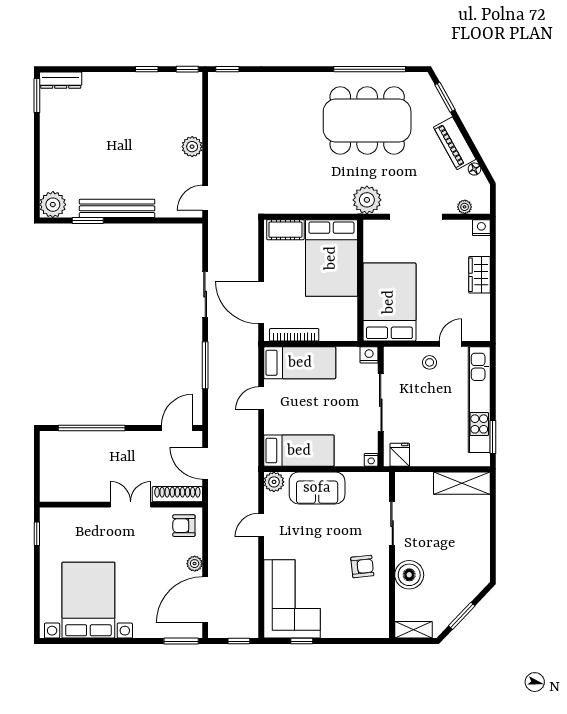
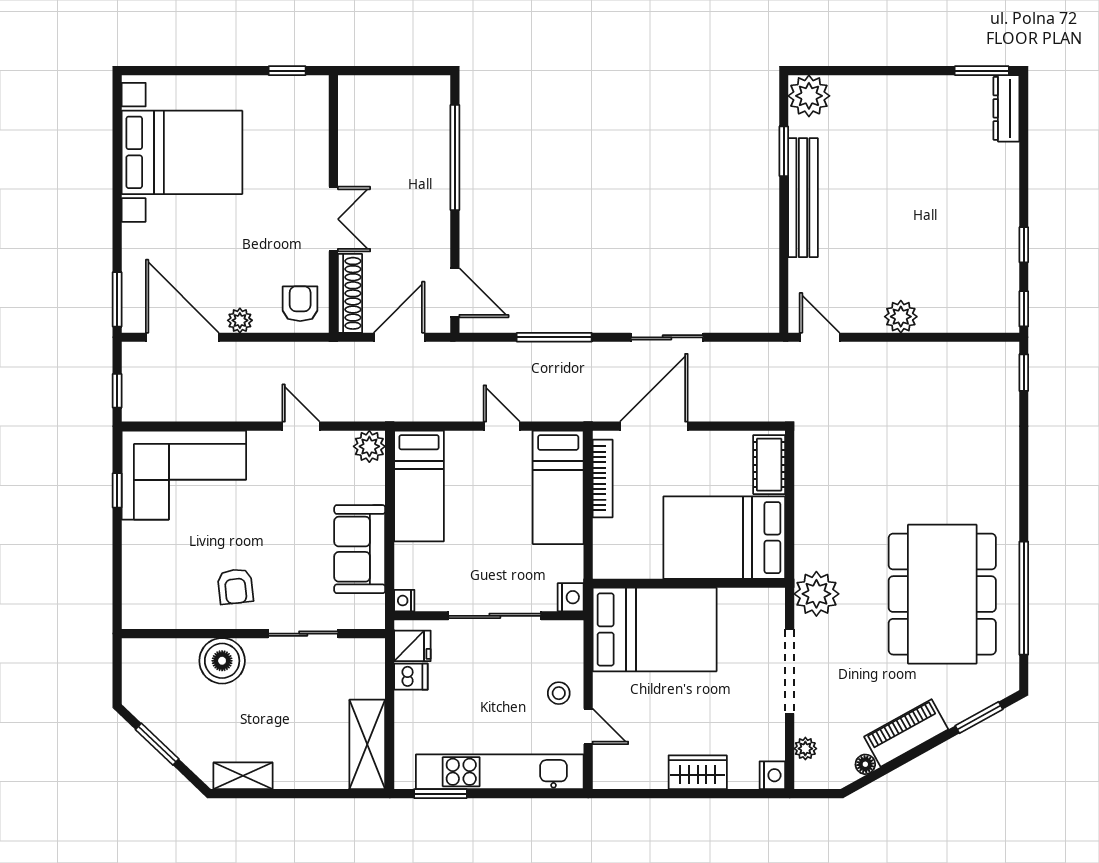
dishwasher: (419, 456) -> (411, 677), added
sofa: (317, 488) -> (360, 549), moved
shelving: (413, 630) -> (243, 776), moved, turned 90

